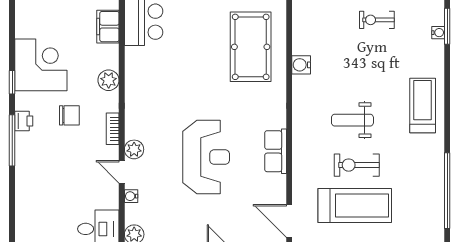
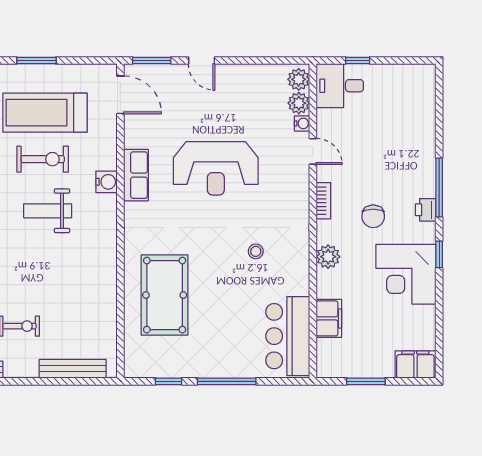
water cooler: (301, 65) -> (107, 182), moved
stool: (171, 85) -> (256, 251), added
chair: (69, 115) -> (373, 216), turned -90
weight bench: (352, 120) -> (48, 211), turned 180
plant: (134, 149) -> (299, 103), moved
reception desk: (206, 157) -> (216, 168), turned -90

